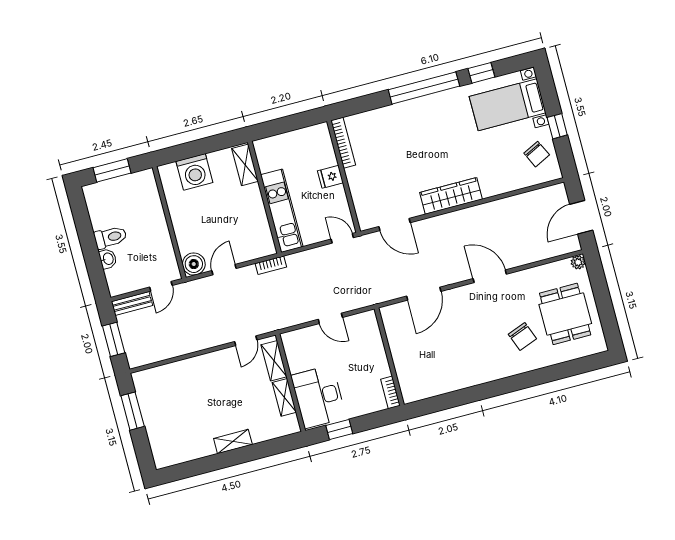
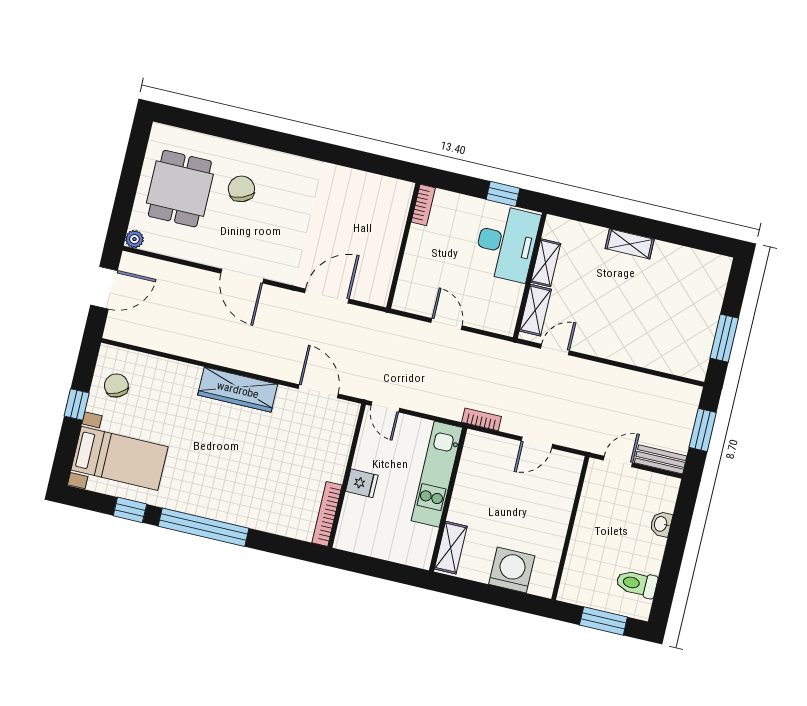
toilet: (110, 237) -> (637, 584), moved
boiler: (194, 264) -> (568, 467), removed

